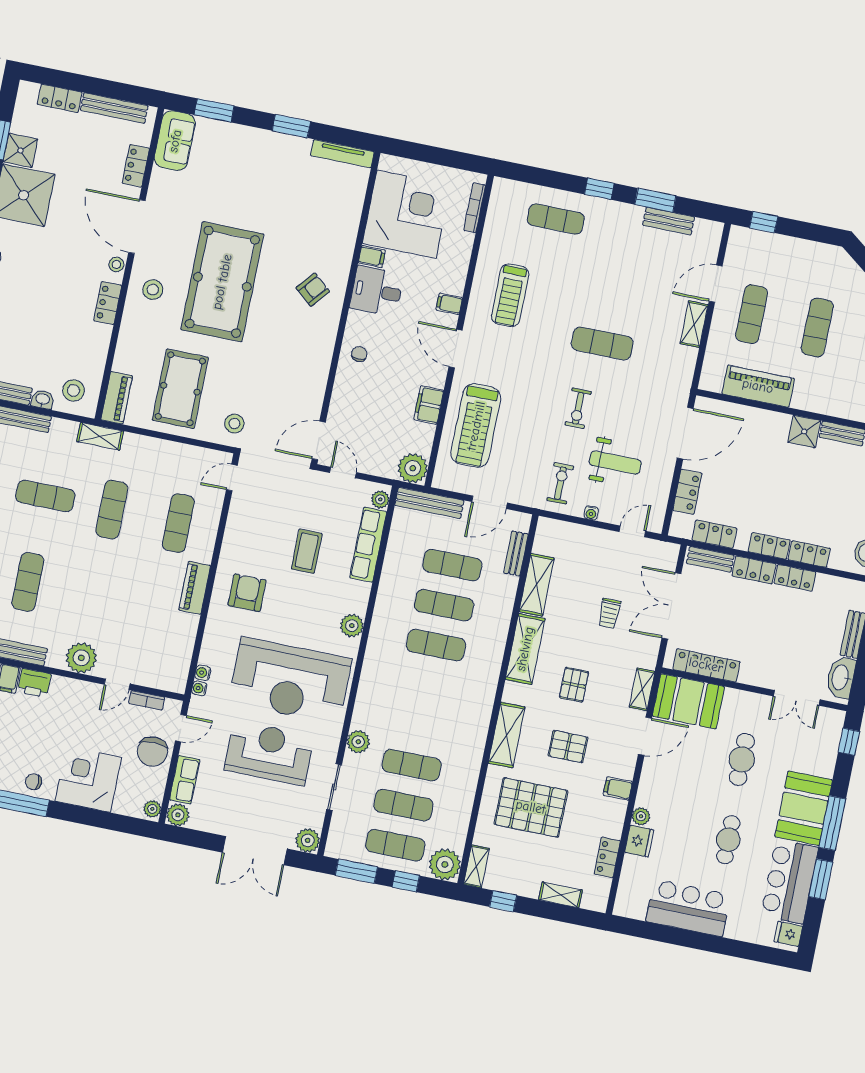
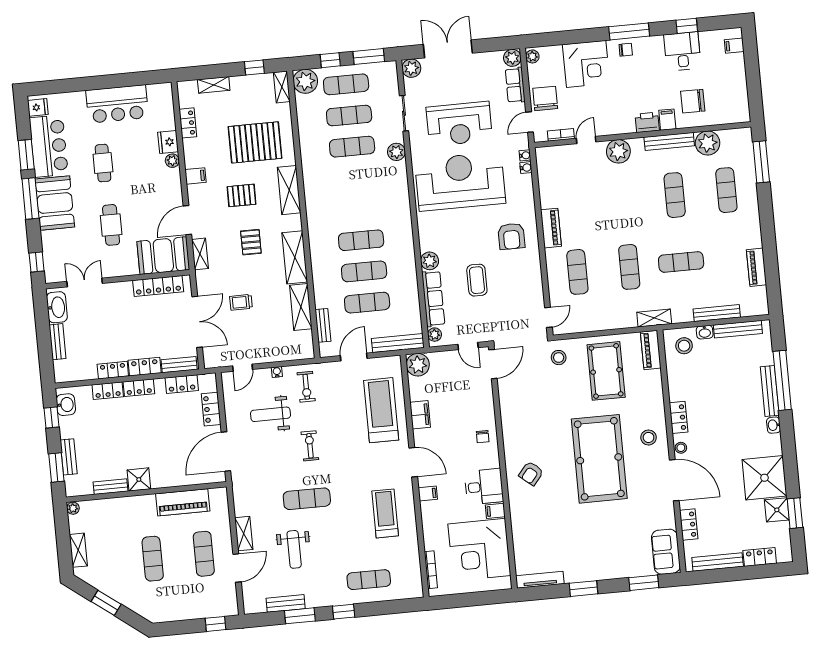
weight bench: (637, 285) -> (294, 549), added
trolley: (609, 613) -> (241, 302), turned -90
plant: (352, 626) -> (430, 261), moved

